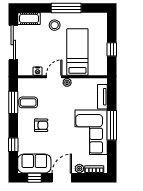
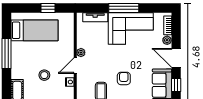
stool: (55, 25) -> (44, 75), moved
bed: (77, 52) -> (34, 30), moved, turned 180
door: (54, 77) -> (75, 66), hinge flipped

